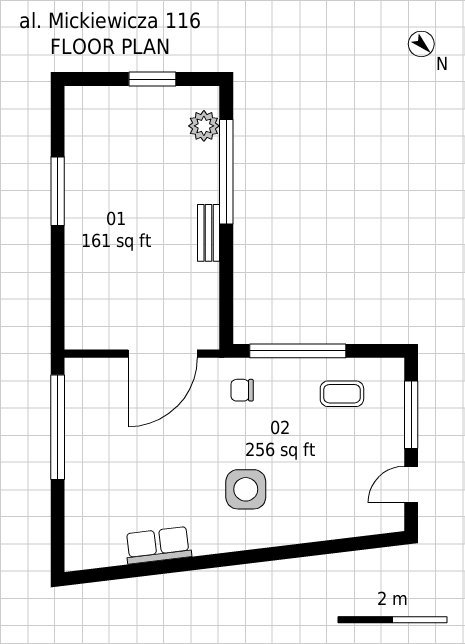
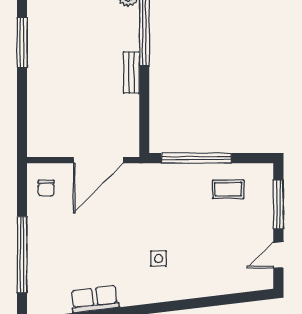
chair: (242, 390) -> (46, 188), moved, turned -90
window: (58, 427) -> (22, 255), moved
side table: (246, 489) -> (158, 259), width x0.54, depth x0.54

